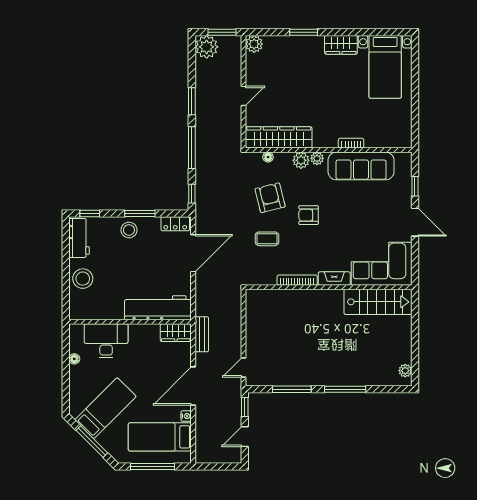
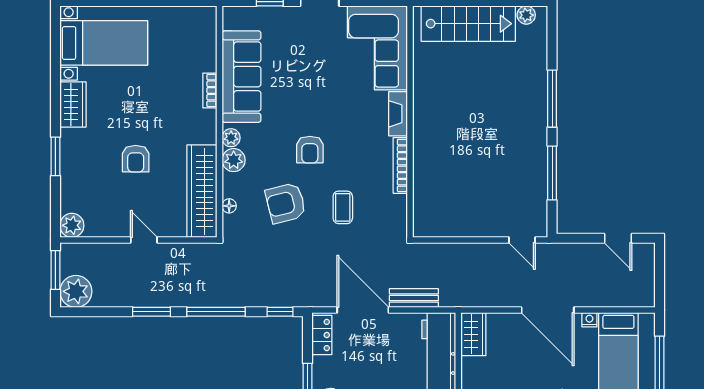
armchair: (302, 90) -> (136, 159), added
stairs: (378, 302) -> (468, 24), moved, turned 90
bench: (202, 334) -> (414, 298), moved
window: (245, 407) -> (577, 238), removed

